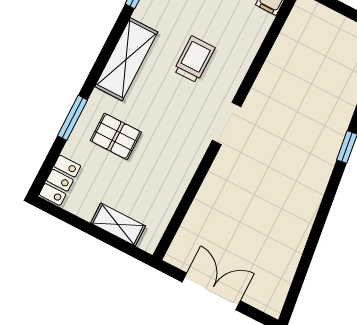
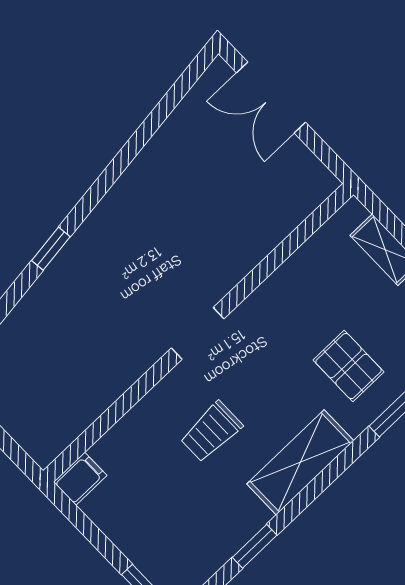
double door: (211, 291) -> (271, 97), moved

